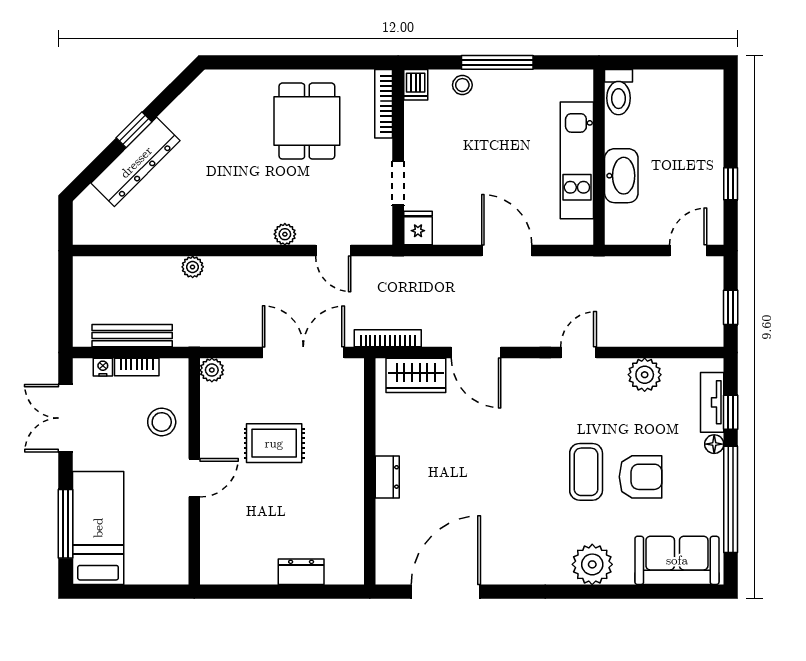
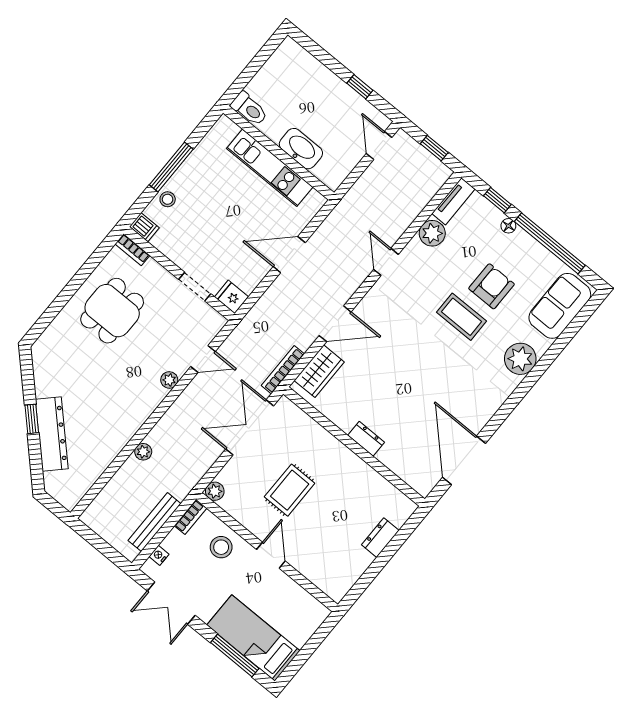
bookcase: (384, 104) -> (132, 250), width x0.64
dining table: (307, 121) -> (112, 311), turned 90
bookcase: (137, 367) -> (190, 517), moved
tv unit: (712, 402) -> (453, 201), moved, turned -90

